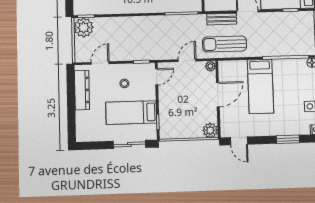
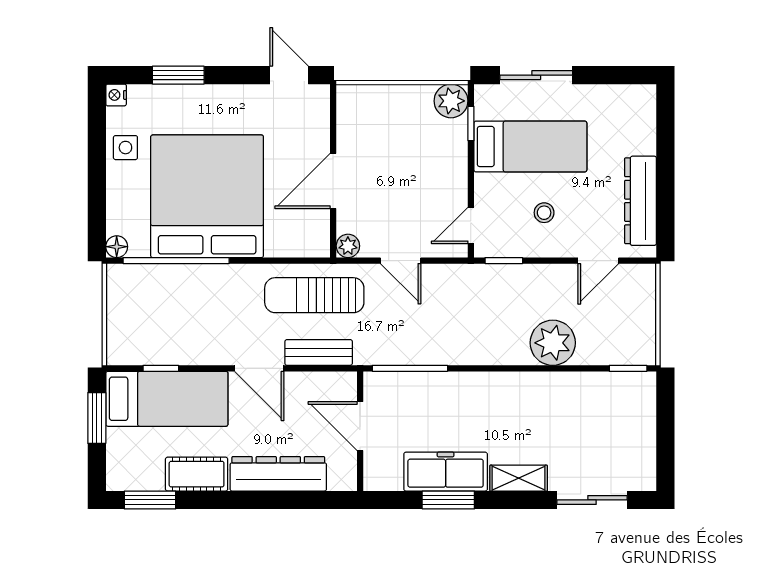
plant: (84, 28) -> (553, 343), moved
sun lounger: (224, 44) -> (314, 295), turned 180
door: (187, 60) -> (401, 261), hinge flipped
bed: (260, 86) -> (207, 196), width x2.04
plant: (210, 130) -> (451, 101), moved

